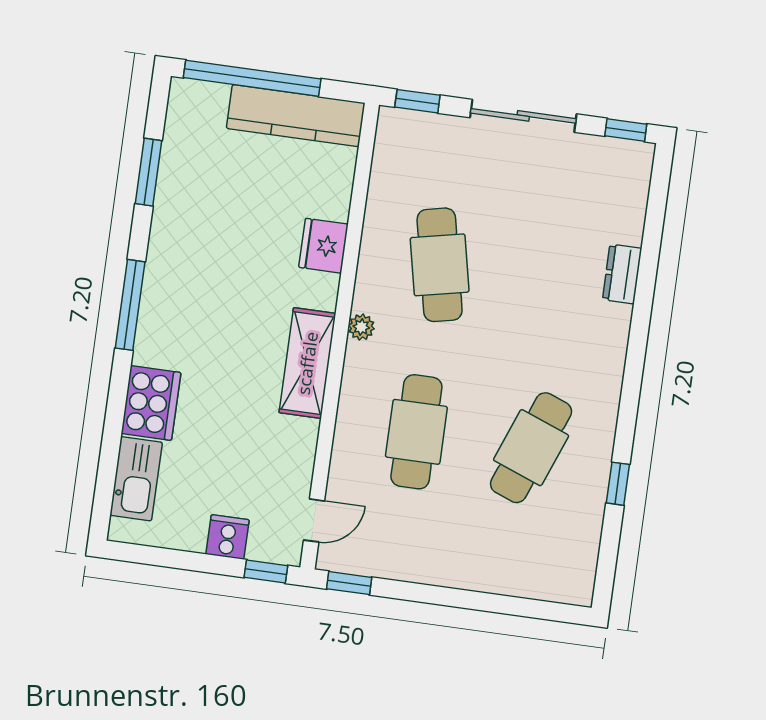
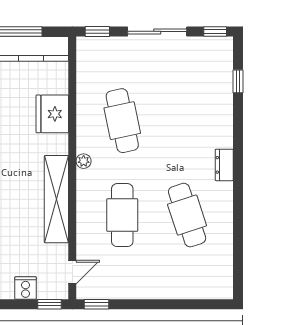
fridge: (323, 246) -> (52, 114), width x1.36, depth x1.34
dresser: (622, 274) -> (224, 165), moved
shelving: (307, 363) -> (56, 199), width x1.47
cafe table: (531, 448) -> (187, 215), turned -39
window: (618, 484) -> (238, 81), moved

